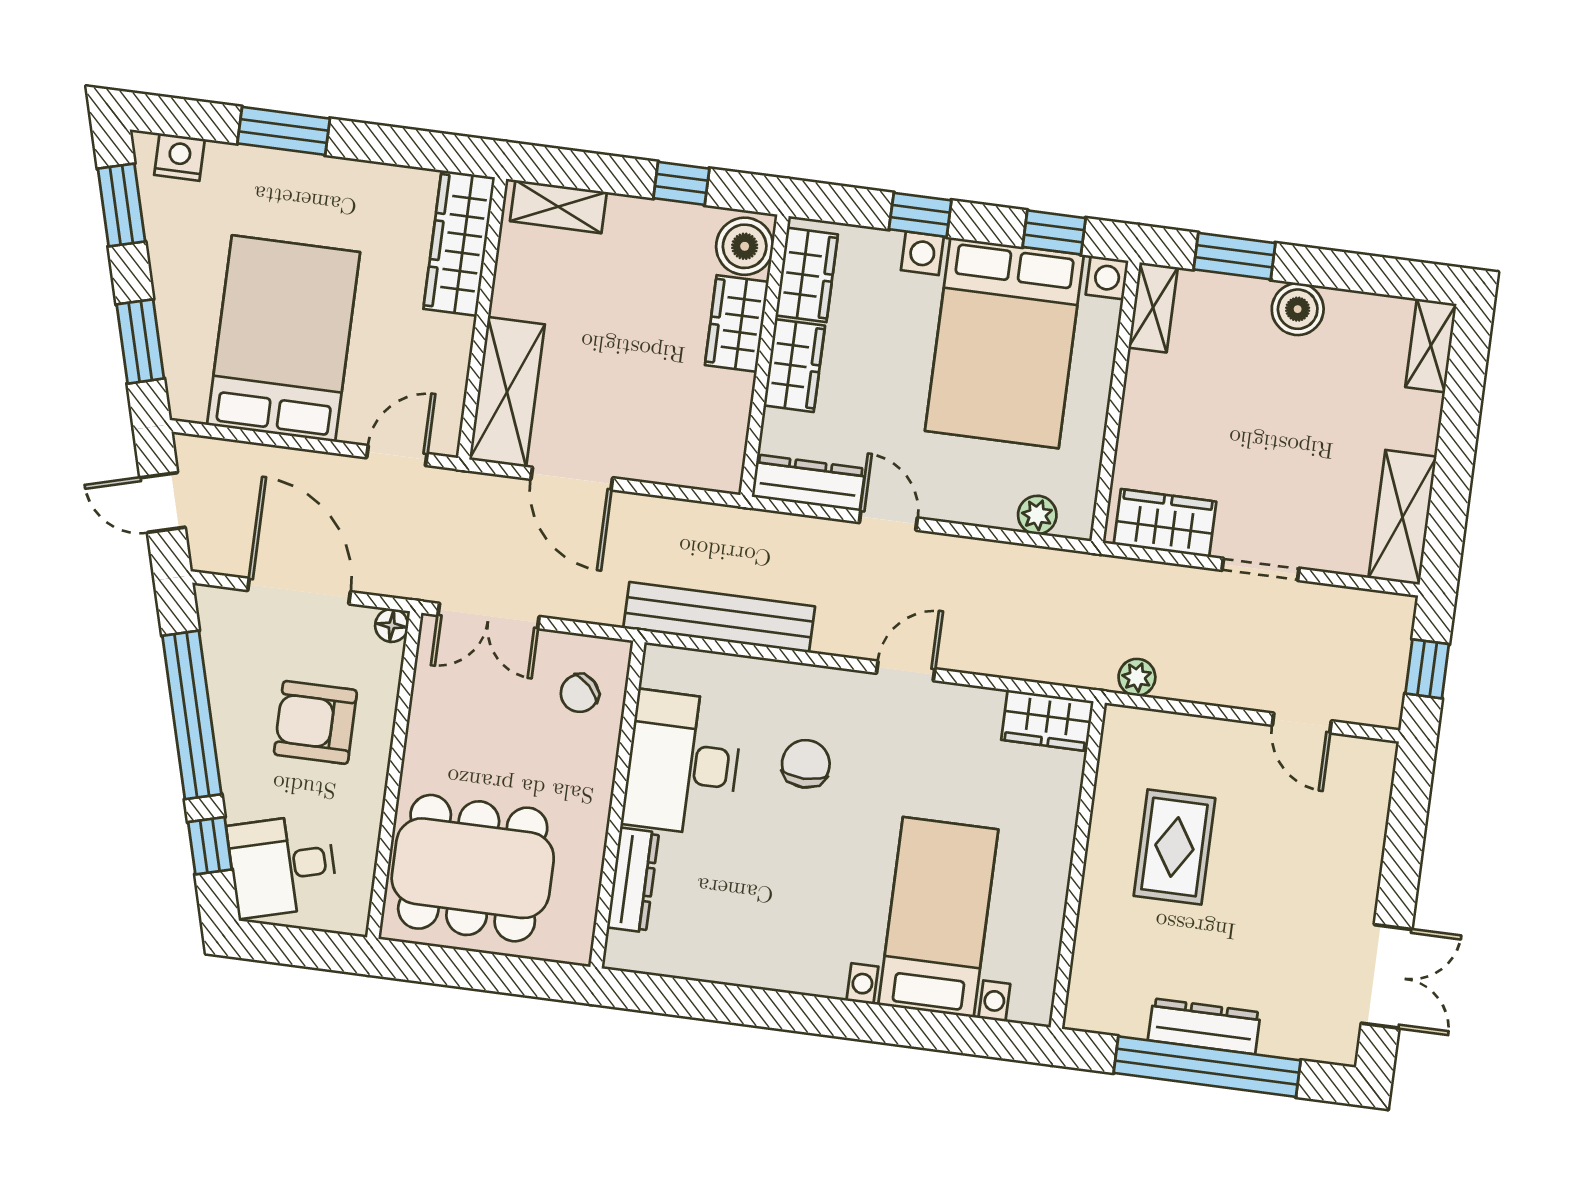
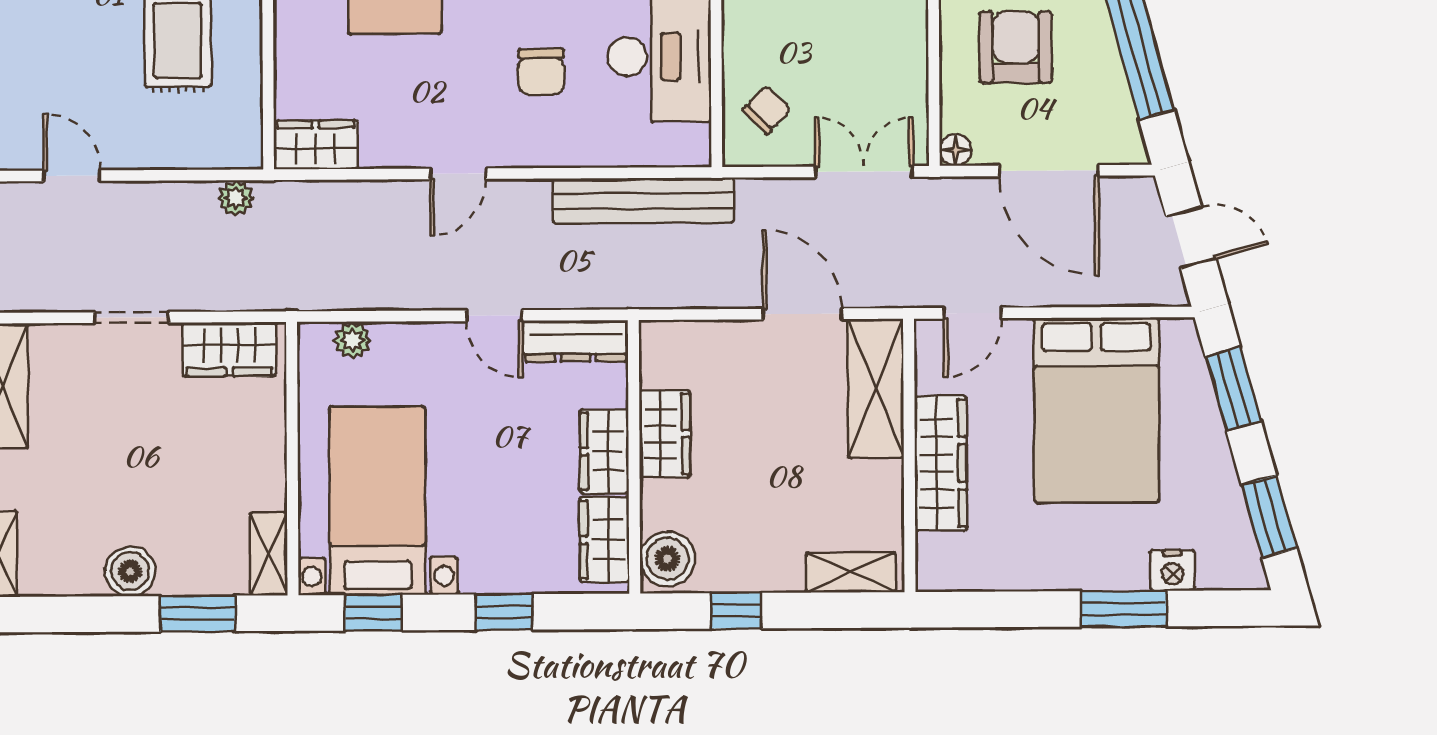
nightstand: (179, 157) -> (1172, 570), moved
wardrobe: (459, 243) -> (941, 463), moved
wardrobe: (737, 323) -> (665, 434), moved
bed with nightstands: (1004, 343) -> (378, 501), width x0.73
armchair: (315, 722) -> (1016, 47), turned -90

